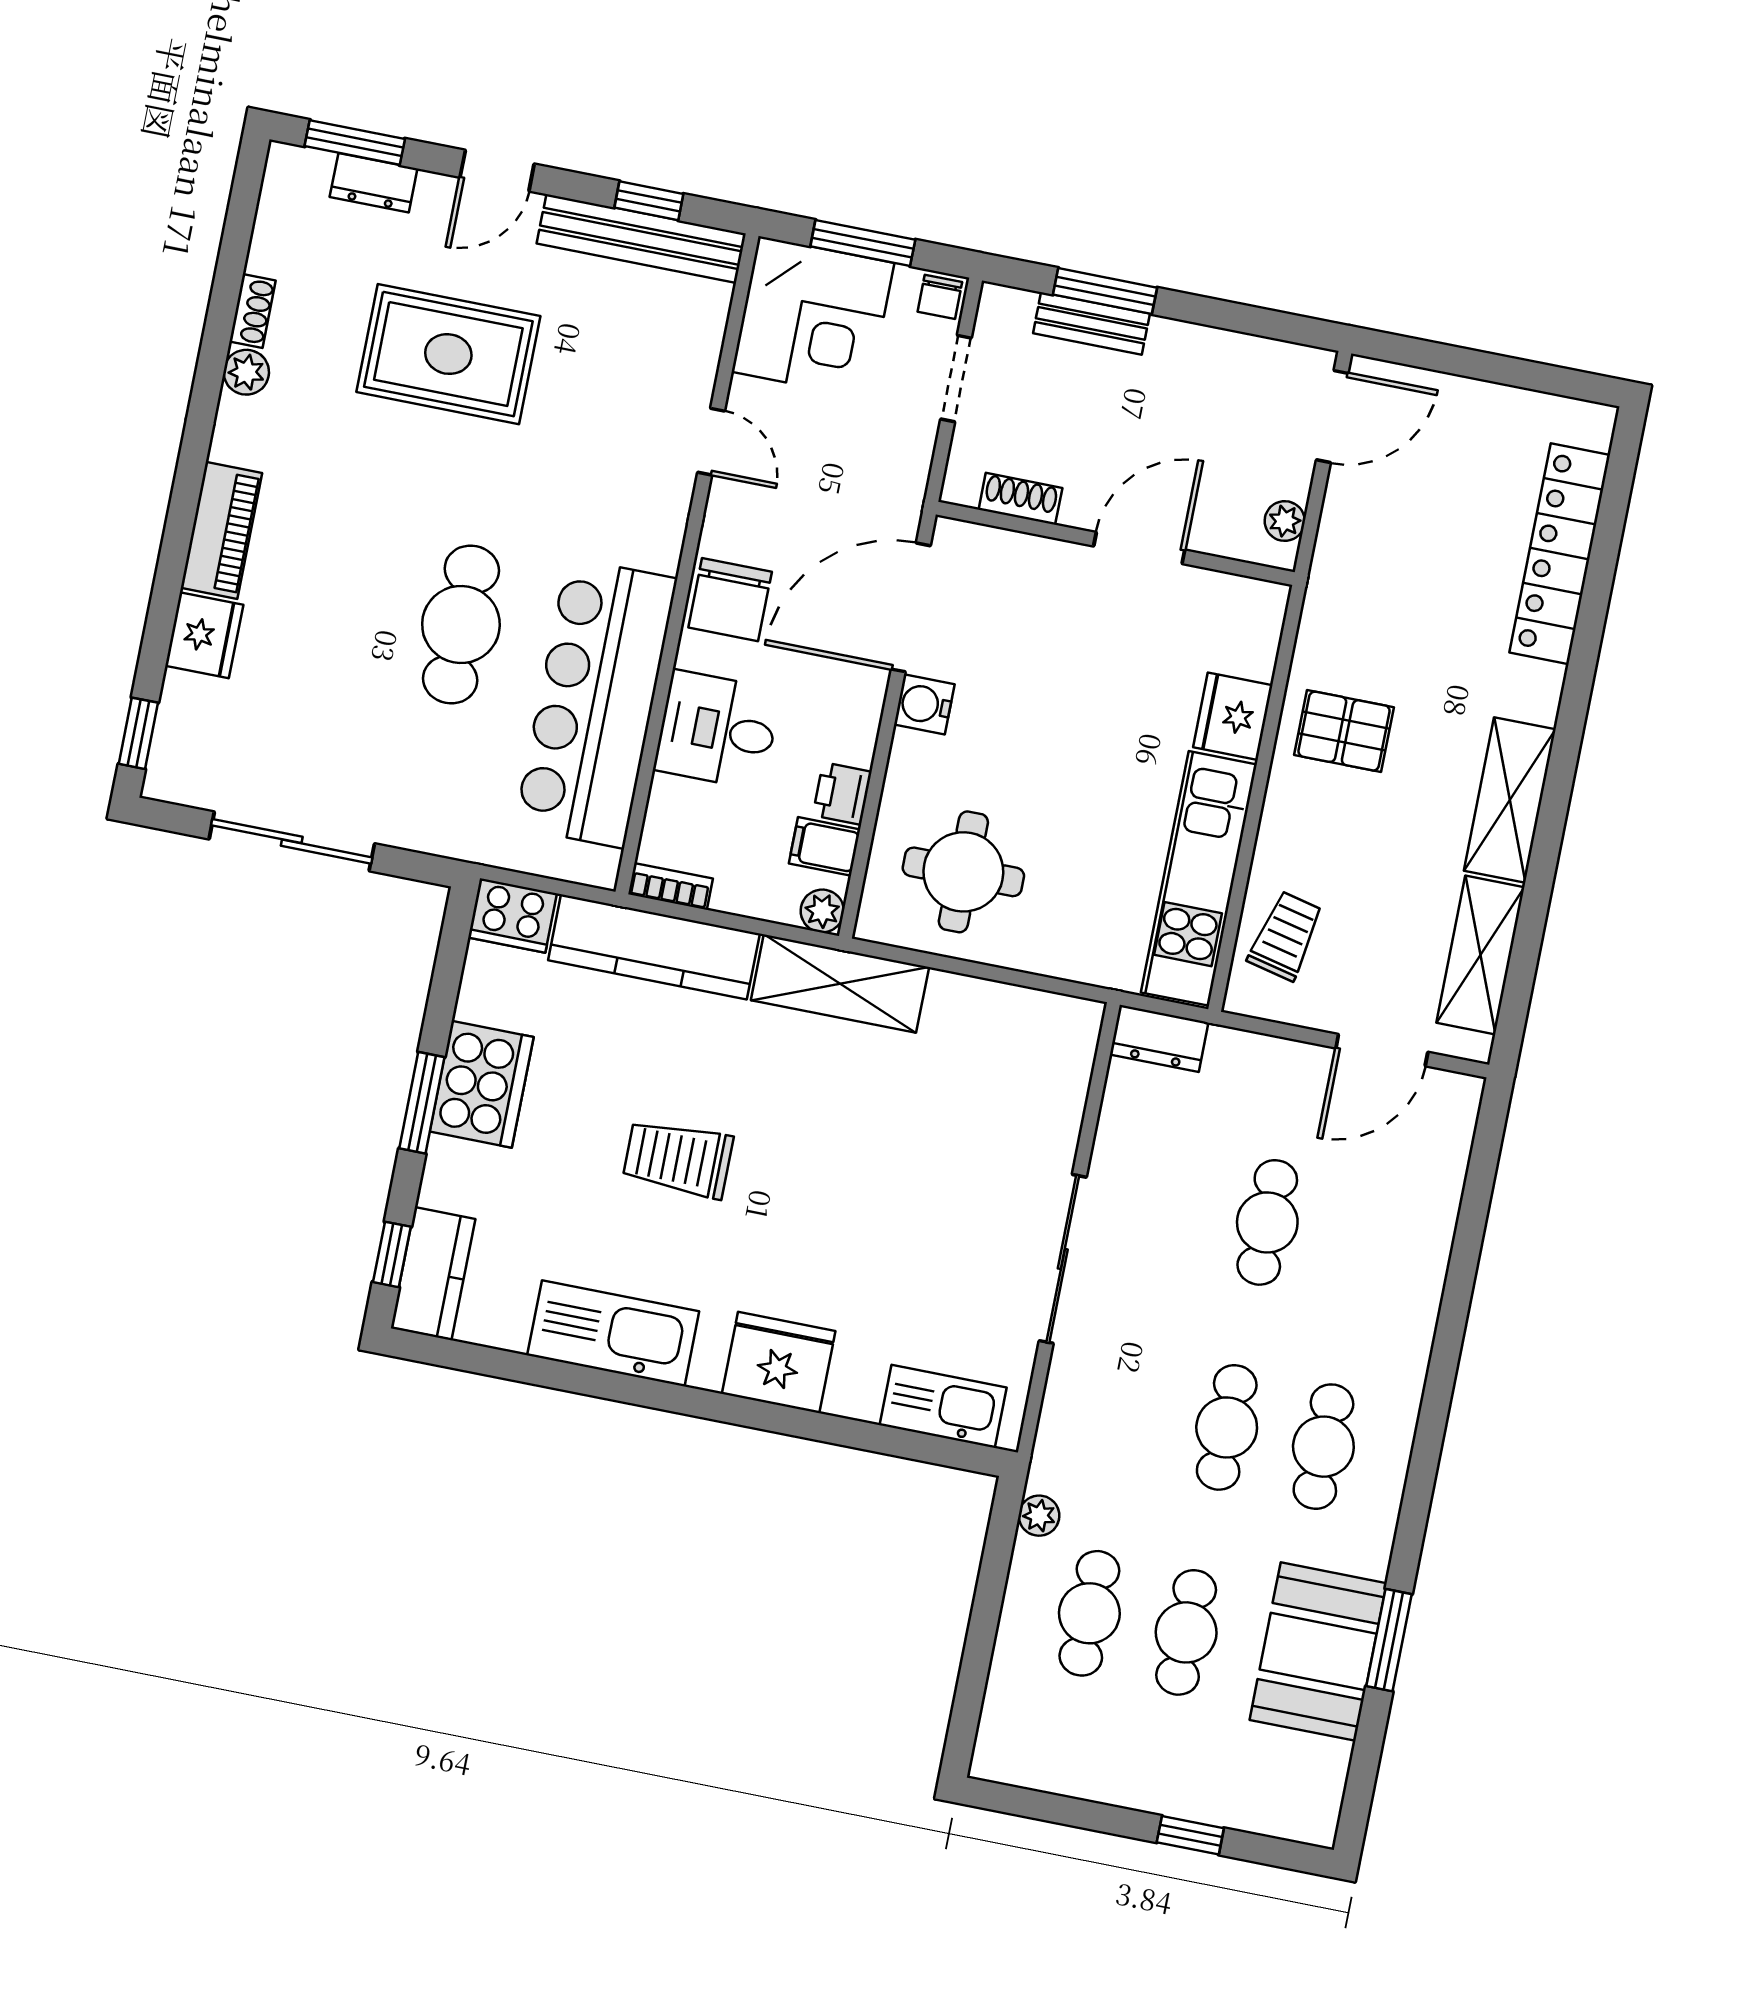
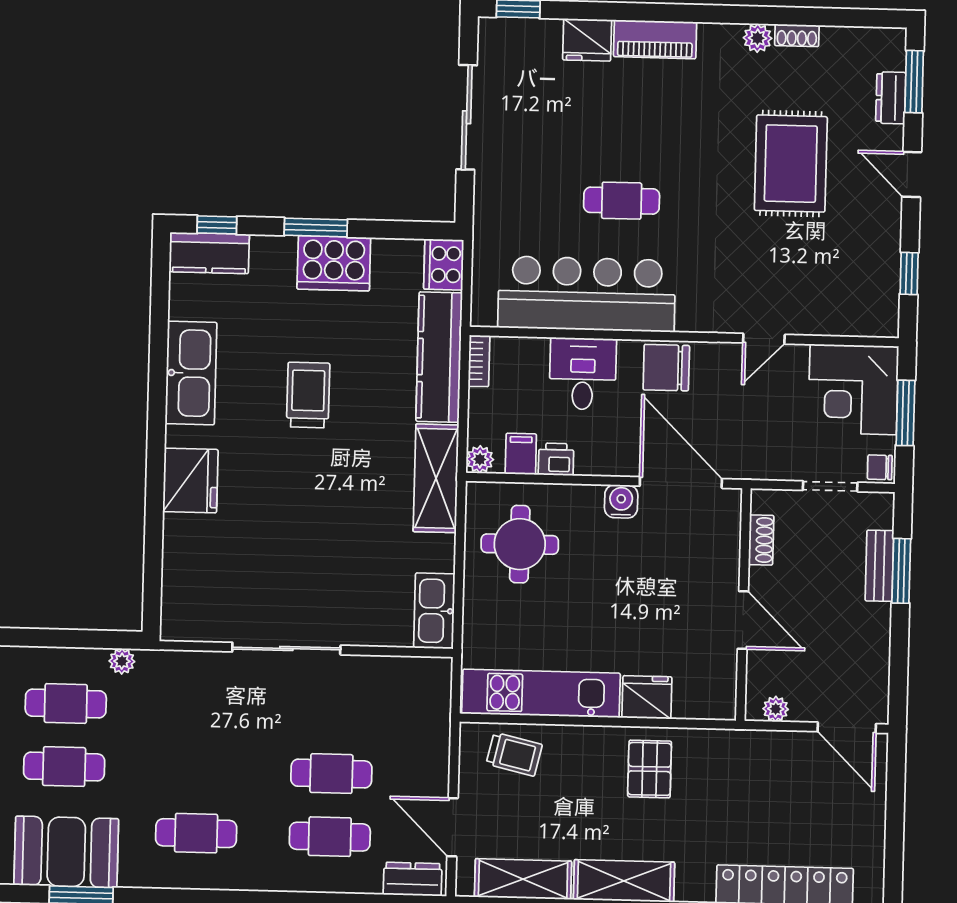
bench: (641, 239) -> (884, 273), removed
cafe table: (461, 624) -> (622, 201), width x0.73, depth x0.74
dresser: (1159, 1038) -> (413, 879), moved, turned 90
kitchen sink: (943, 1406) -> (434, 611), moved, turned 180
cafe table: (1227, 1427) -> (330, 837), moved

